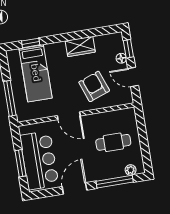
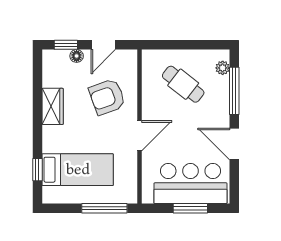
cafe table: (113, 142) -> (183, 84), turned -52

